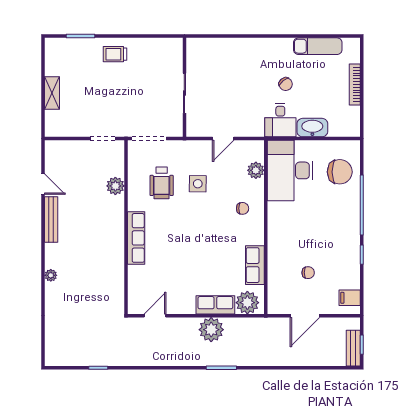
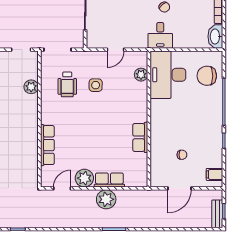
washbasin: (312, 128) -> (215, 36), moved, turned -90
chair: (340, 172) -> (207, 76), turned 180
chair: (243, 208) -> (131, 104), removed
row of seats: (136, 238) -> (47, 145), moved
row of seats: (255, 265) -> (140, 137), moved
plant: (247, 303) -> (84, 178), moved

